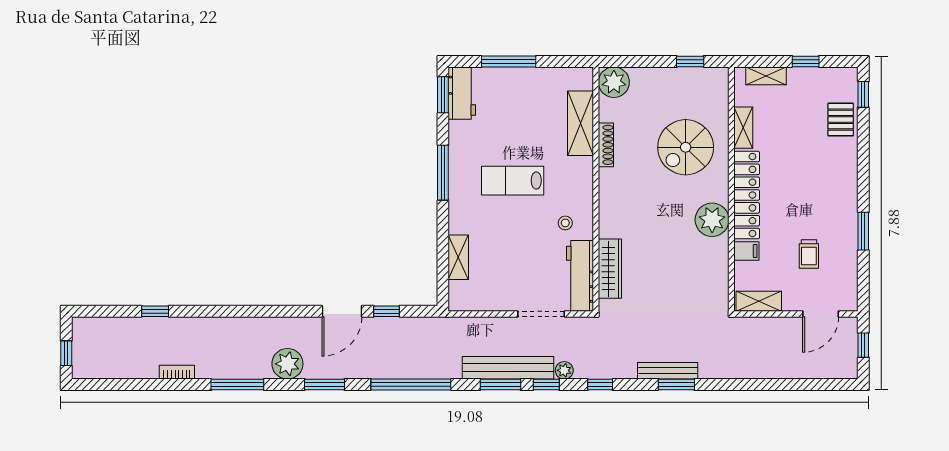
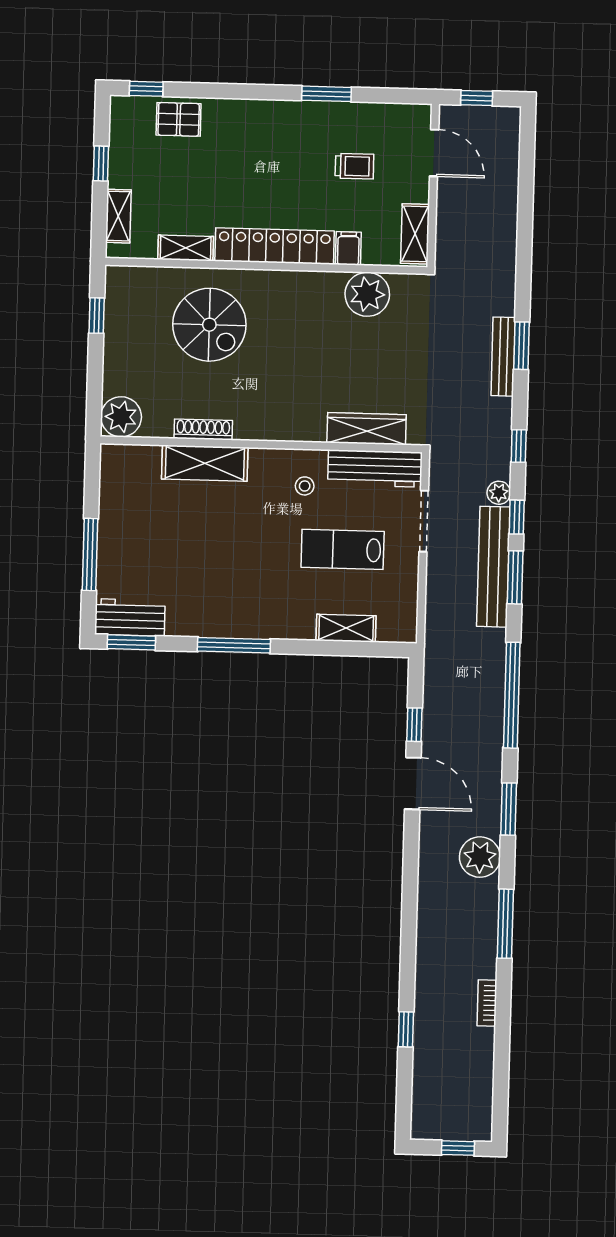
shelving: (580, 123) -> (205, 463), moved
lab bench: (513, 181) -> (343, 549), moved, turned 90
plant: (712, 220) -> (367, 294), moved

